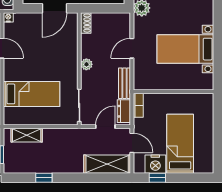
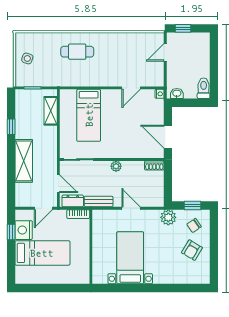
shelving: (107, 164) -> (24, 161), moved

